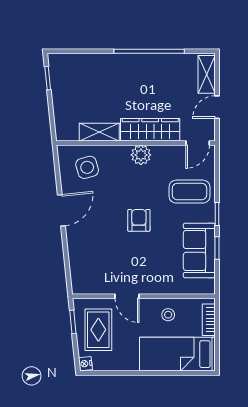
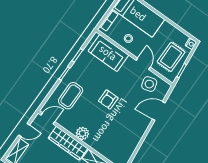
side table: (87, 167) -> (149, 84), moved
coffee table: (189, 192) -> (71, 96), turned 90
door: (61, 210) -> (159, 111), moved
sofa: (199, 250) -> (108, 53), moved, turned 90

